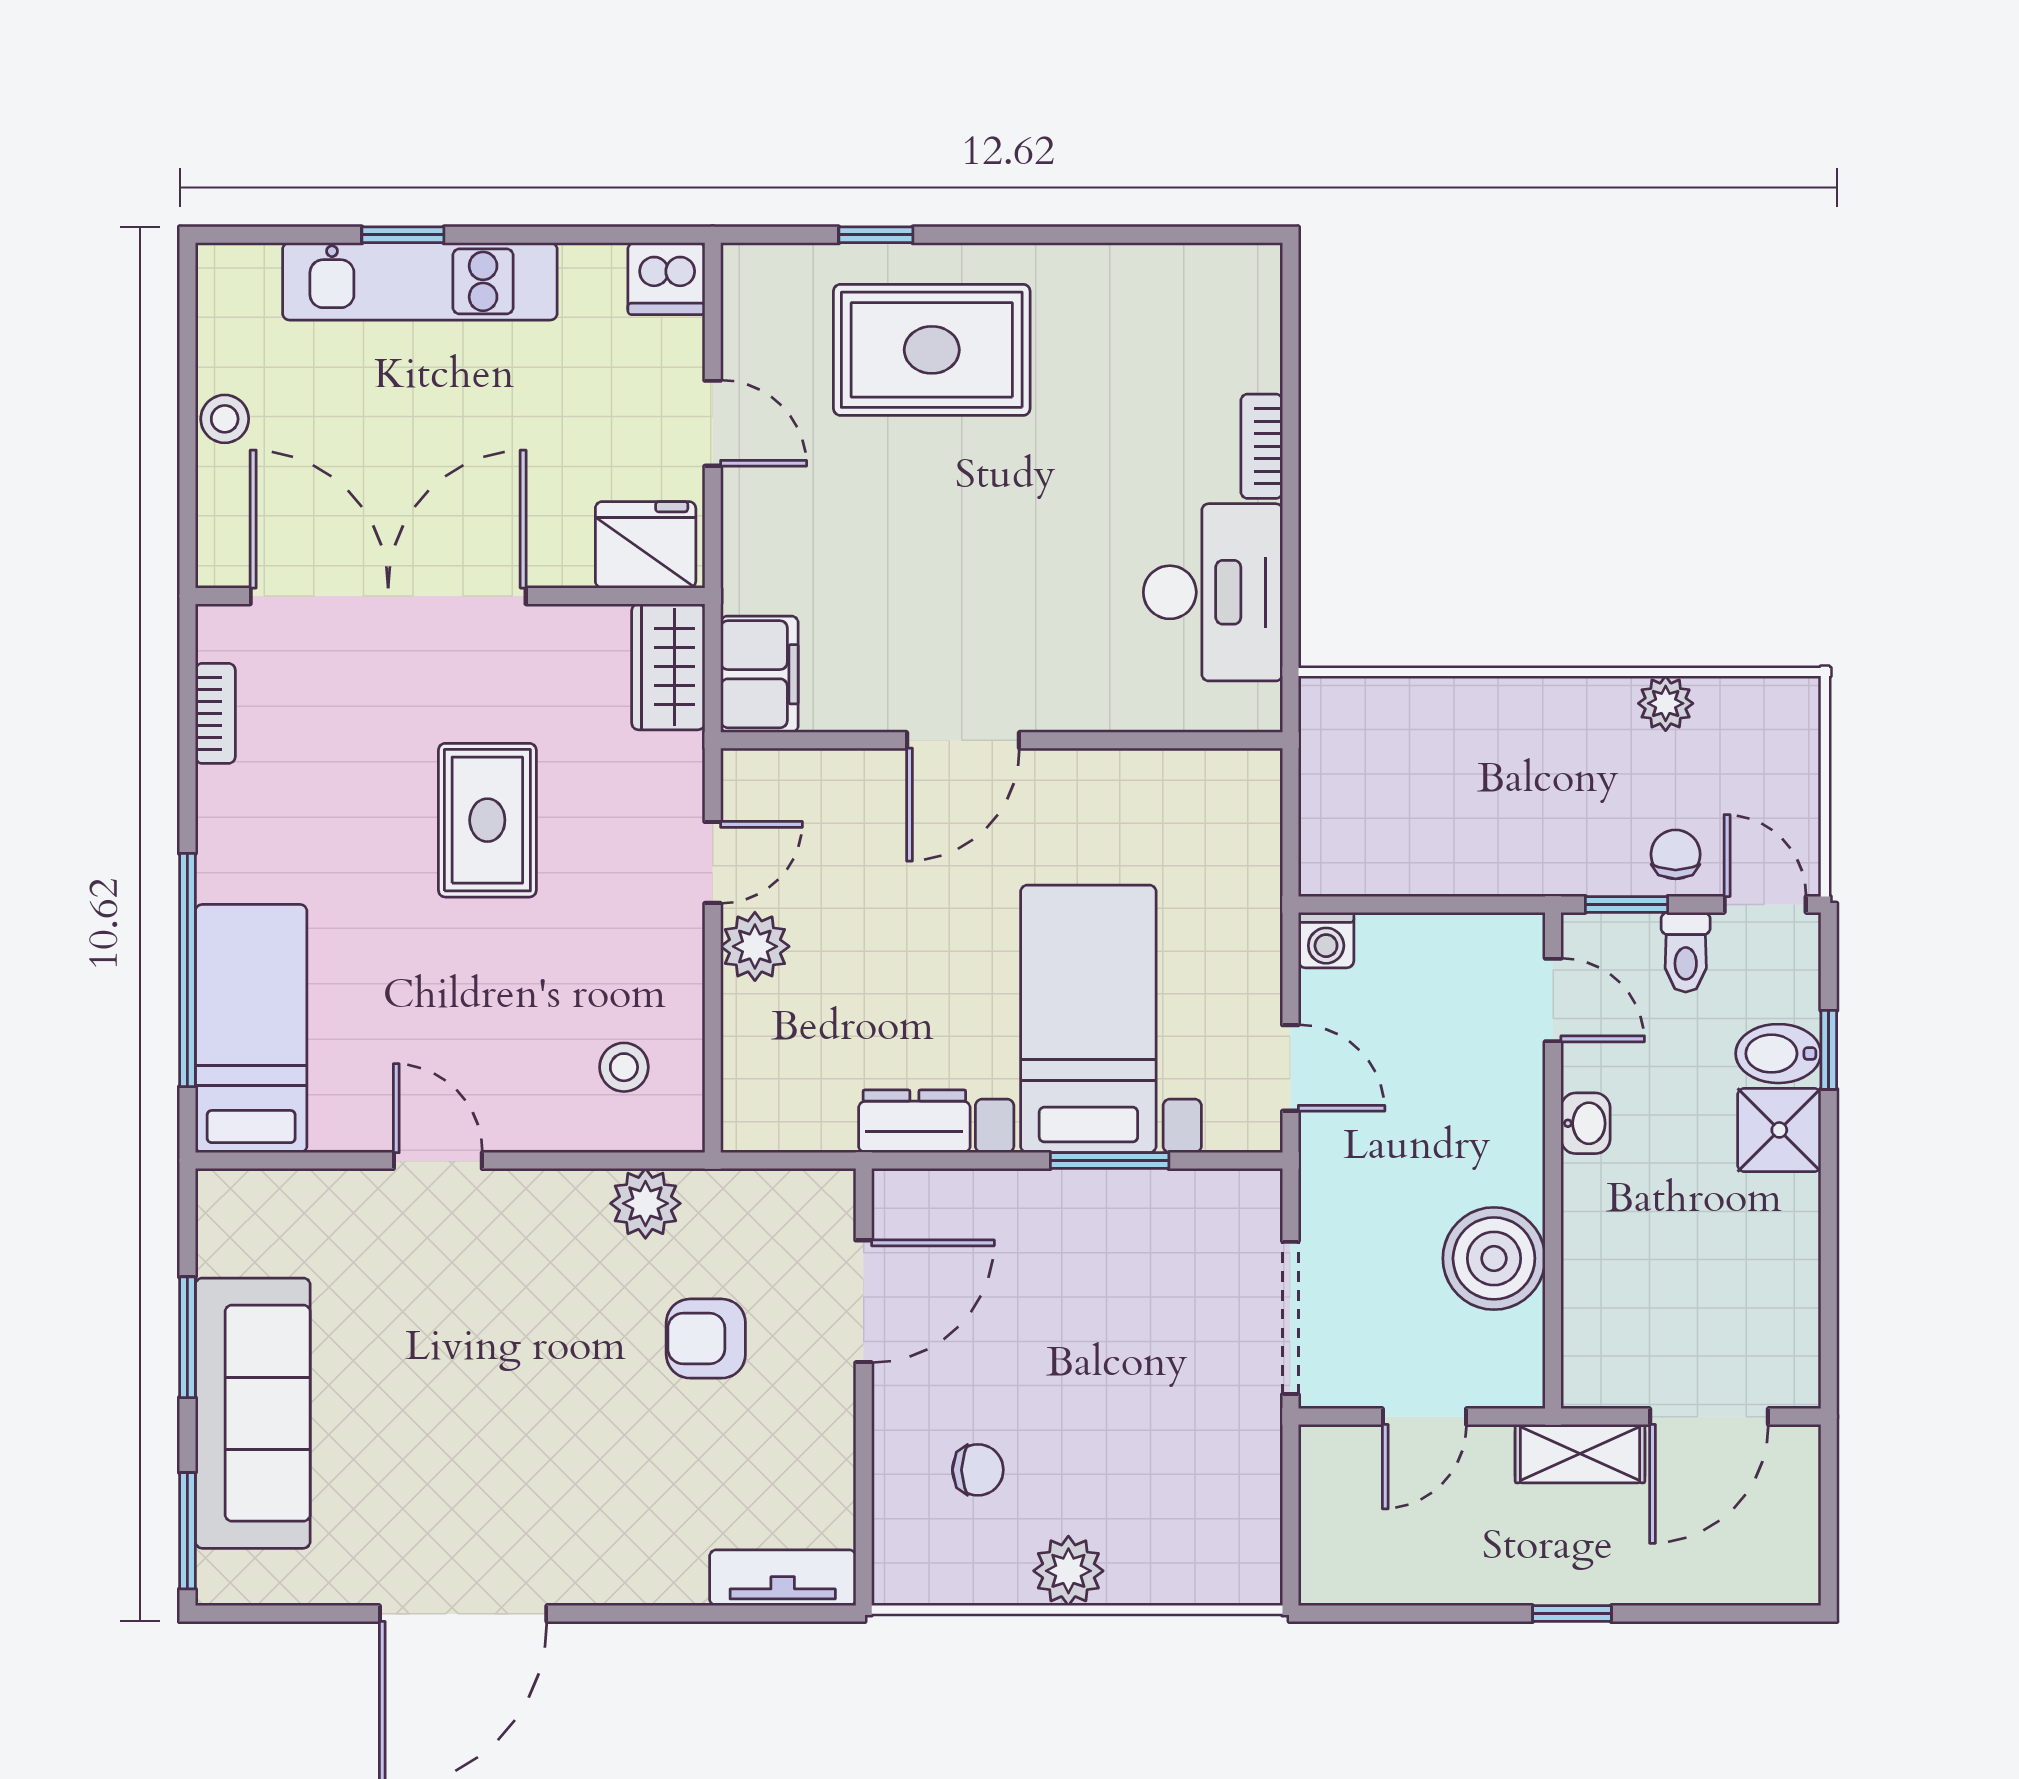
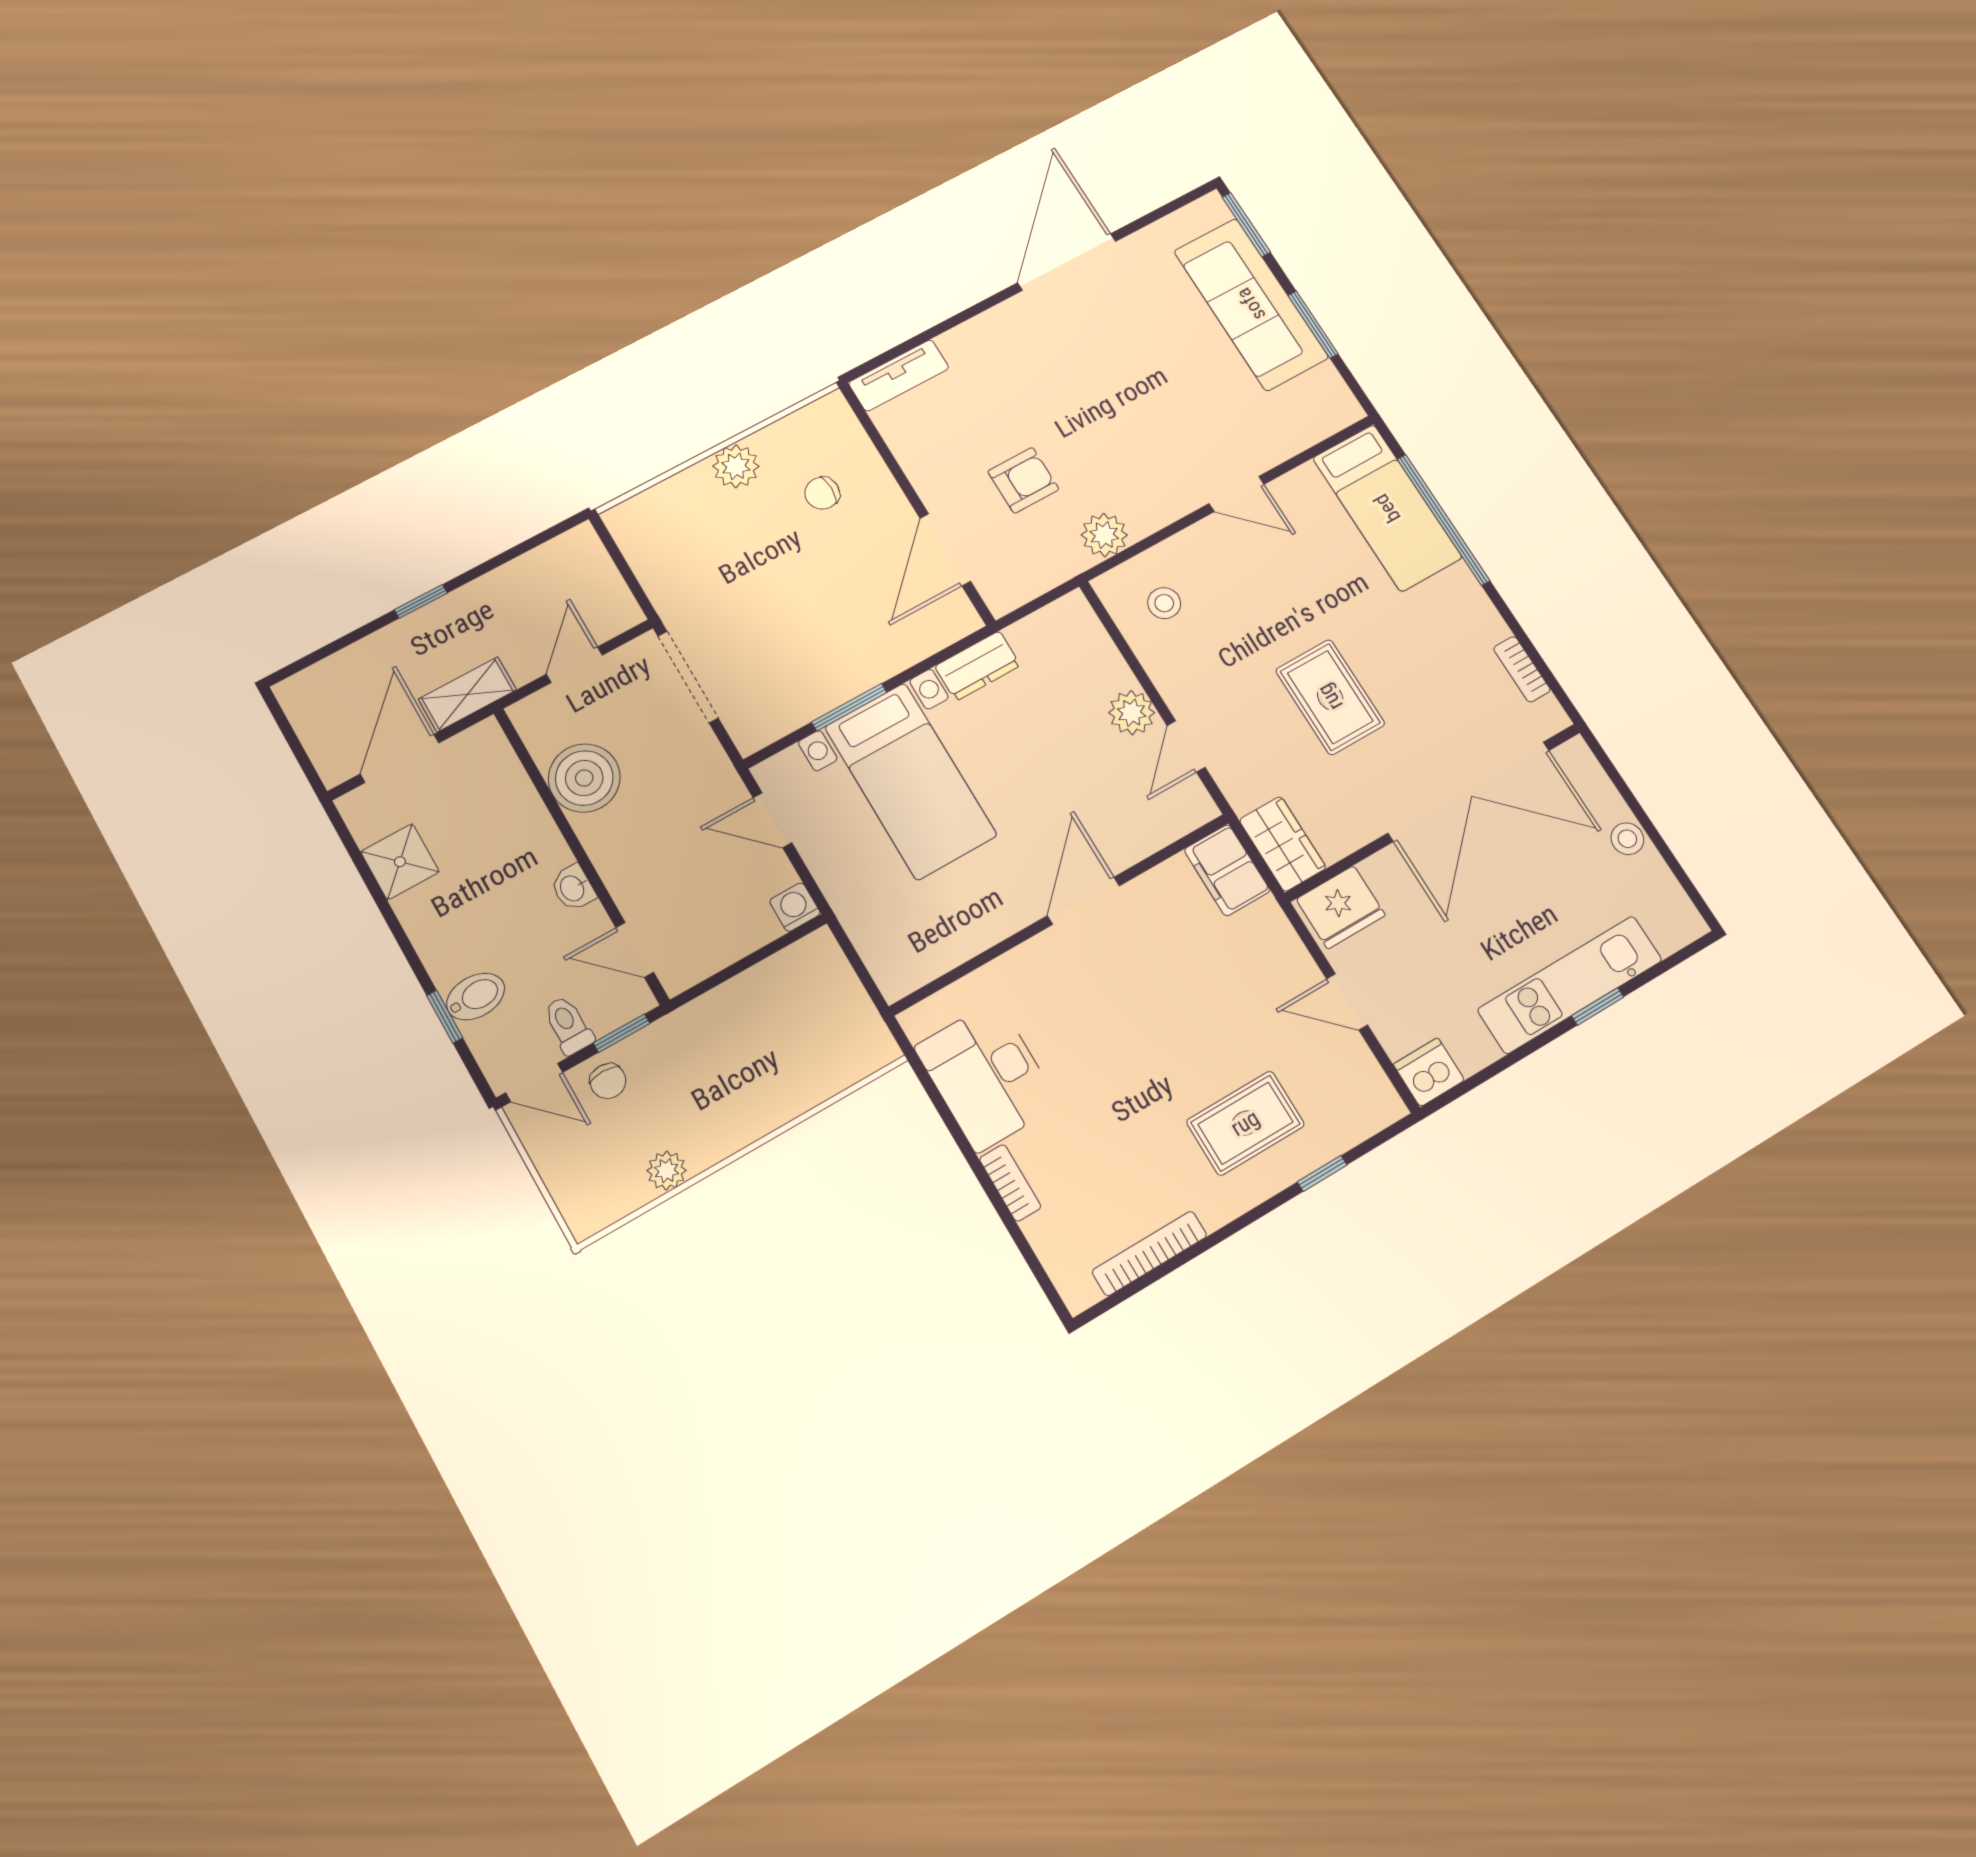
bookcase: (1144, 264) -> (1149, 1253), added
rug: (932, 350) -> (1245, 1123), width x0.73, depth x0.70
shower: (1779, 1130) -> (400, 862), moved

